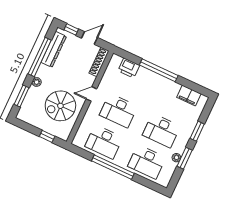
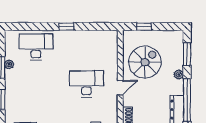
desk: (161, 131) -> (36, 84), removed
desk: (104, 142) -> (86, 47), removed
window: (113, 167) -> (66, 27), width x0.32

